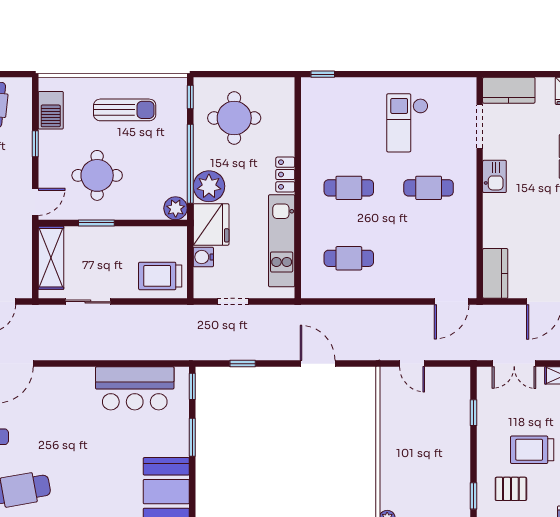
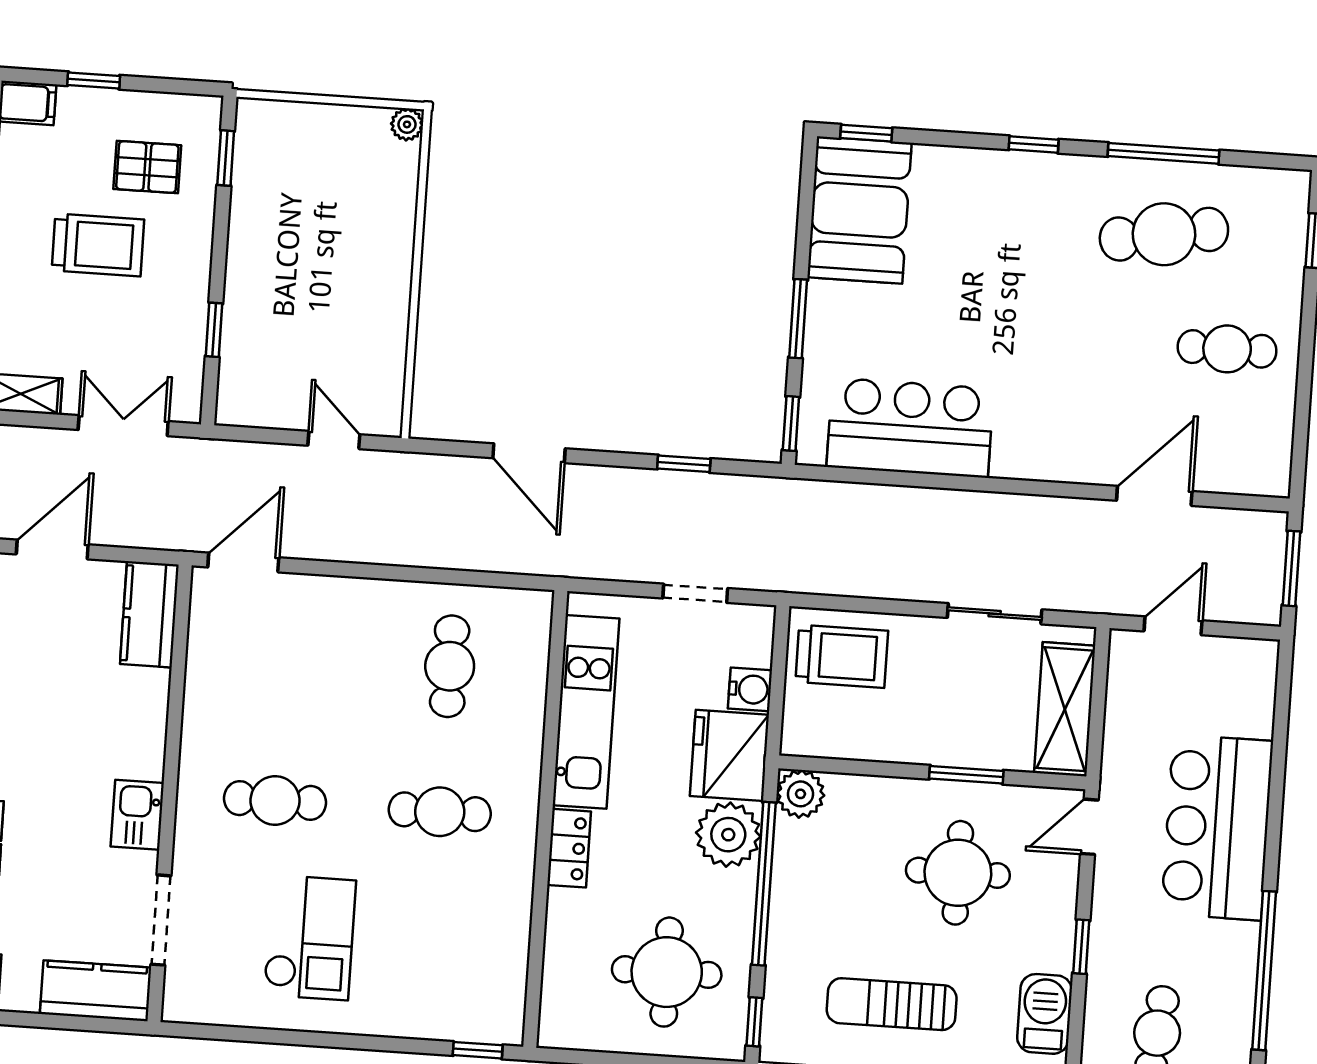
cafe table: (349, 258) -> (450, 666), turned 90

